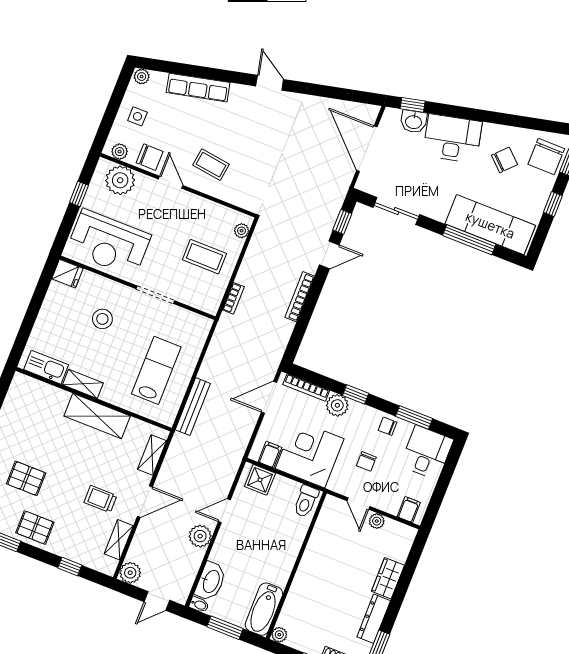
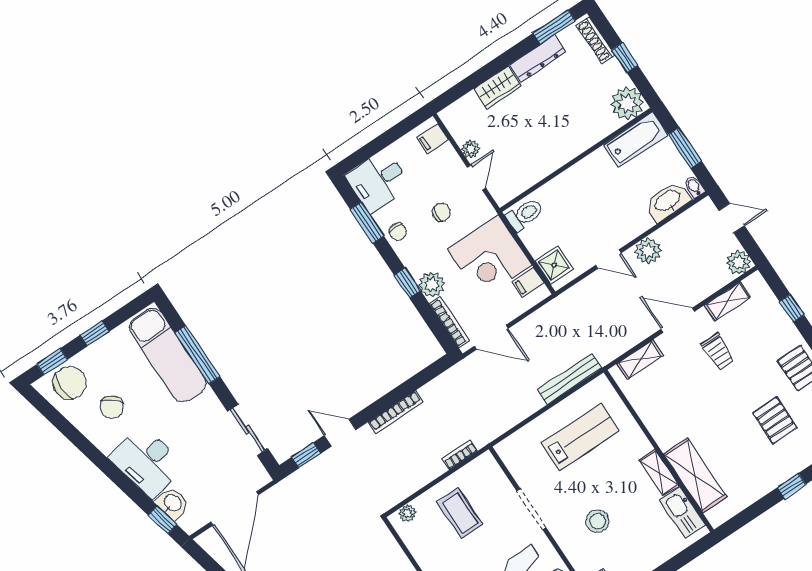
chair: (504, 160) -> (112, 407), turned -94
lab bench: (156, 370) -> (580, 437), turned 180
shelving: (97, 416) -> (695, 475), moved
plant: (279, 635) -> (627, 103), width x1.87, depth x1.87

